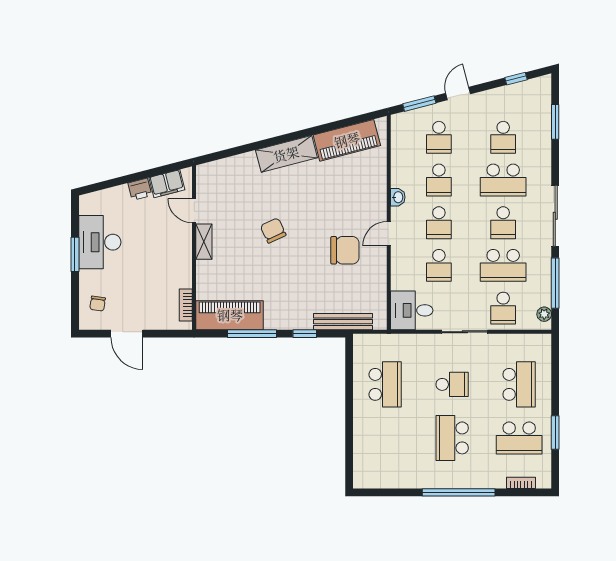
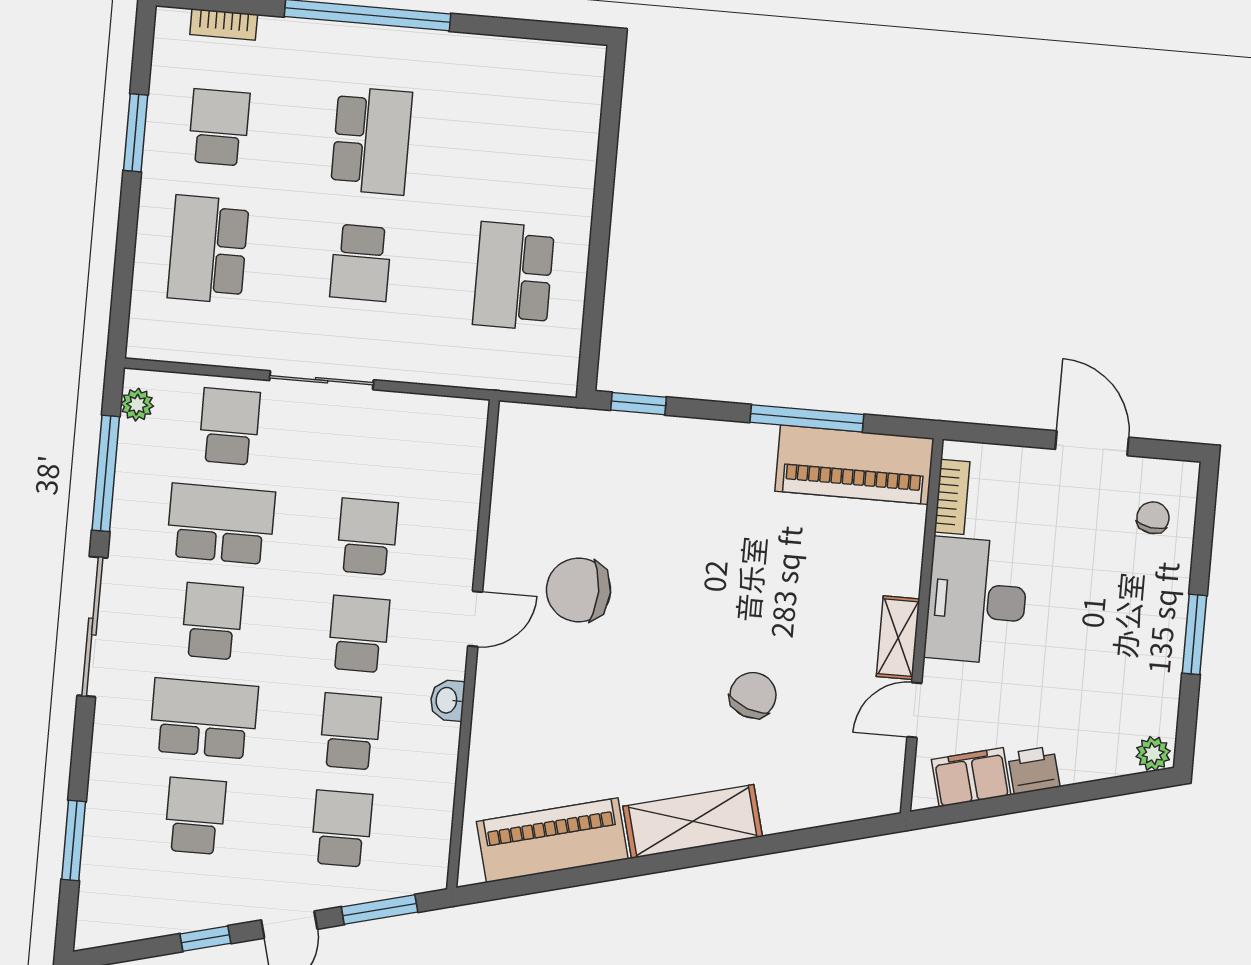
window: (516, 79) -> (205, 939), moved
plant: (88, 201) -> (1153, 754), added
door: (194, 211) -> (914, 710), swing flipped
chair: (273, 230) -> (753, 695), moved, turned -135
desk: (100, 242) -> (977, 601), moved, turned 180
desk: (412, 310) -> (438, 440), removed
bench: (343, 322) -> (597, 428), removed
window: (305, 334) -> (638, 404), moved
school desk: (452, 384) -> (361, 263), turned -90
school desk: (519, 438) -> (219, 127), width x0.54

